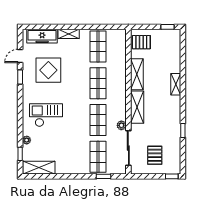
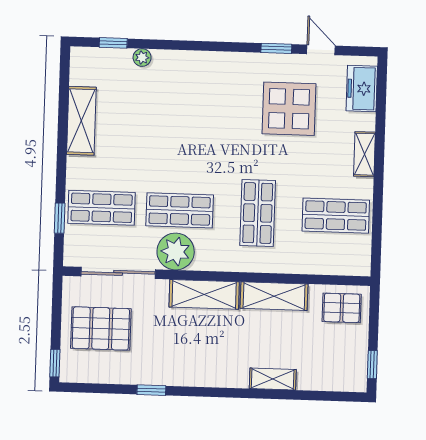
freezer: (42, 36) -> (362, 89), width x0.71
pallet: (141, 42) -> (342, 308), turned 90
shop shelf: (98, 83) -> (258, 213), turned 90
shelving: (176, 84) -> (273, 379), moved
checkout: (46, 115) -> (194, 100), removed
plant: (121, 125) -> (176, 251), width x1.87, depth x1.87
pallet: (155, 155) -> (101, 328), width x1.50, depth x1.42
shelving: (39, 168) -> (81, 121), moved

